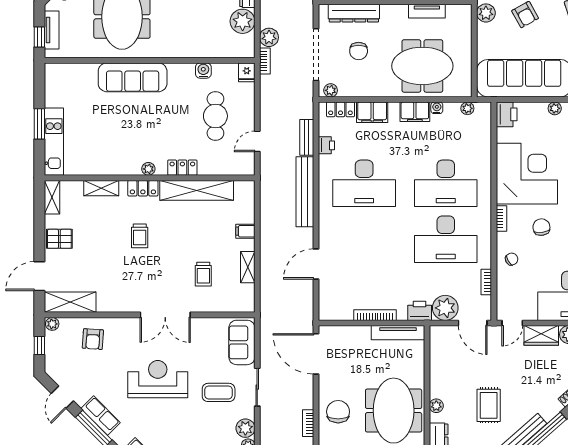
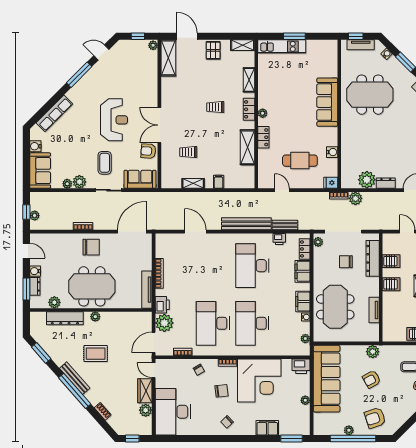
shelving: (197, 190) -> (247, 147), width x0.68
armchair: (93, 339) -> (148, 151), moved
row of seats: (101, 416) -> (88, 79), removed

